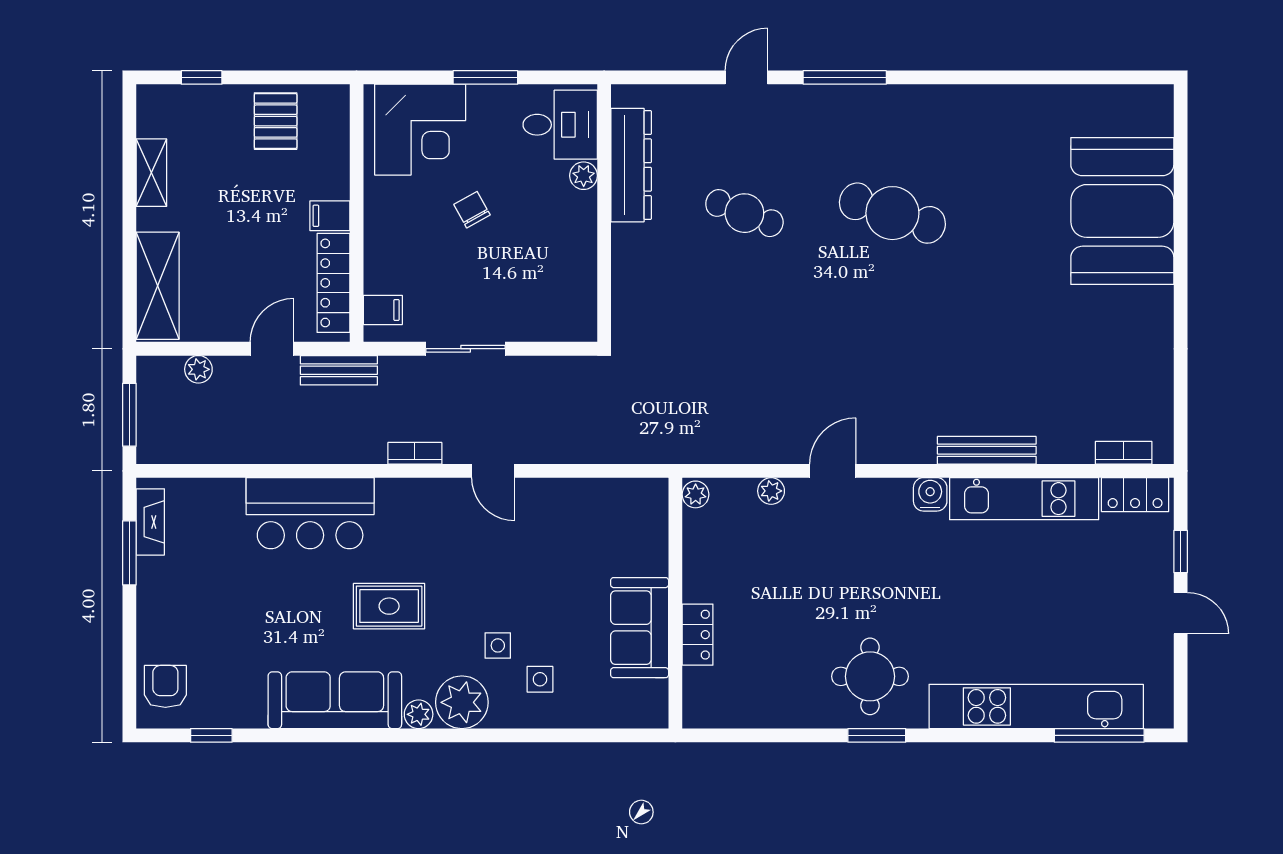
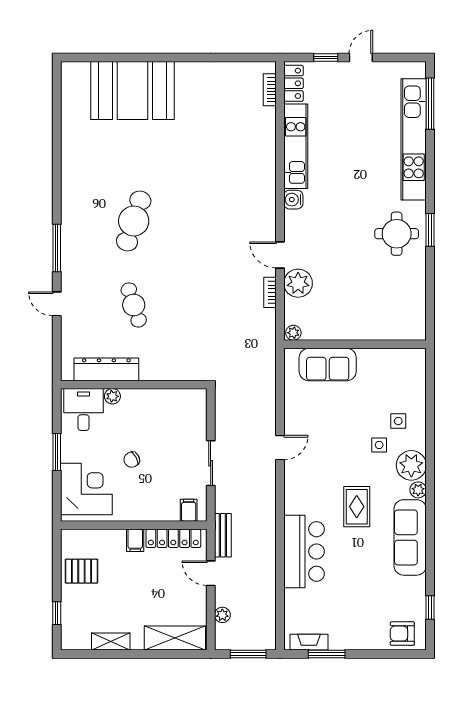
cafe table: (744, 213) -> (134, 305), turned -39
bench: (987, 450) -> (268, 167), removed
bookcase: (415, 453) -> (270, 292), moved
plant: (771, 491) -> (298, 283), width x1.88, depth x1.88
sofa: (640, 628) -> (328, 364), moved
locker: (698, 635) -> (373, 332), removed

